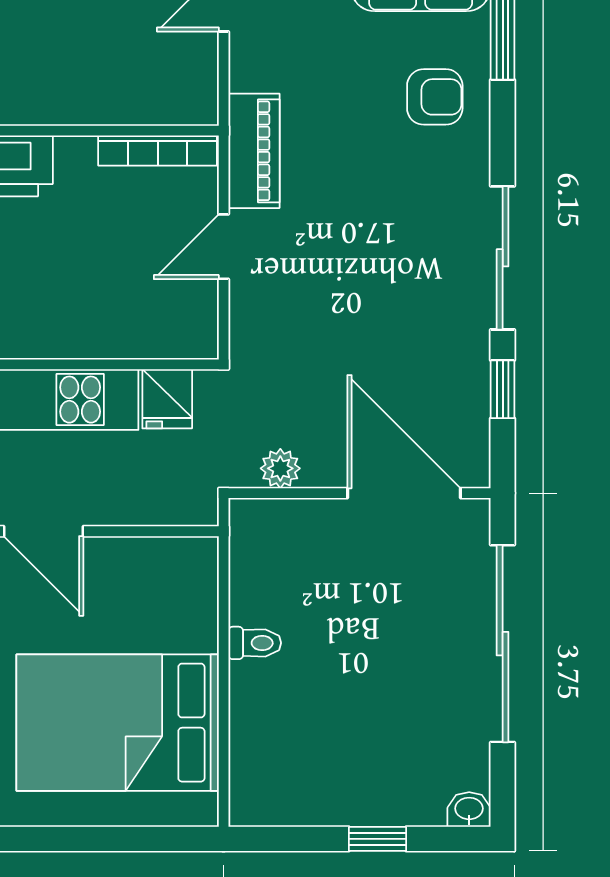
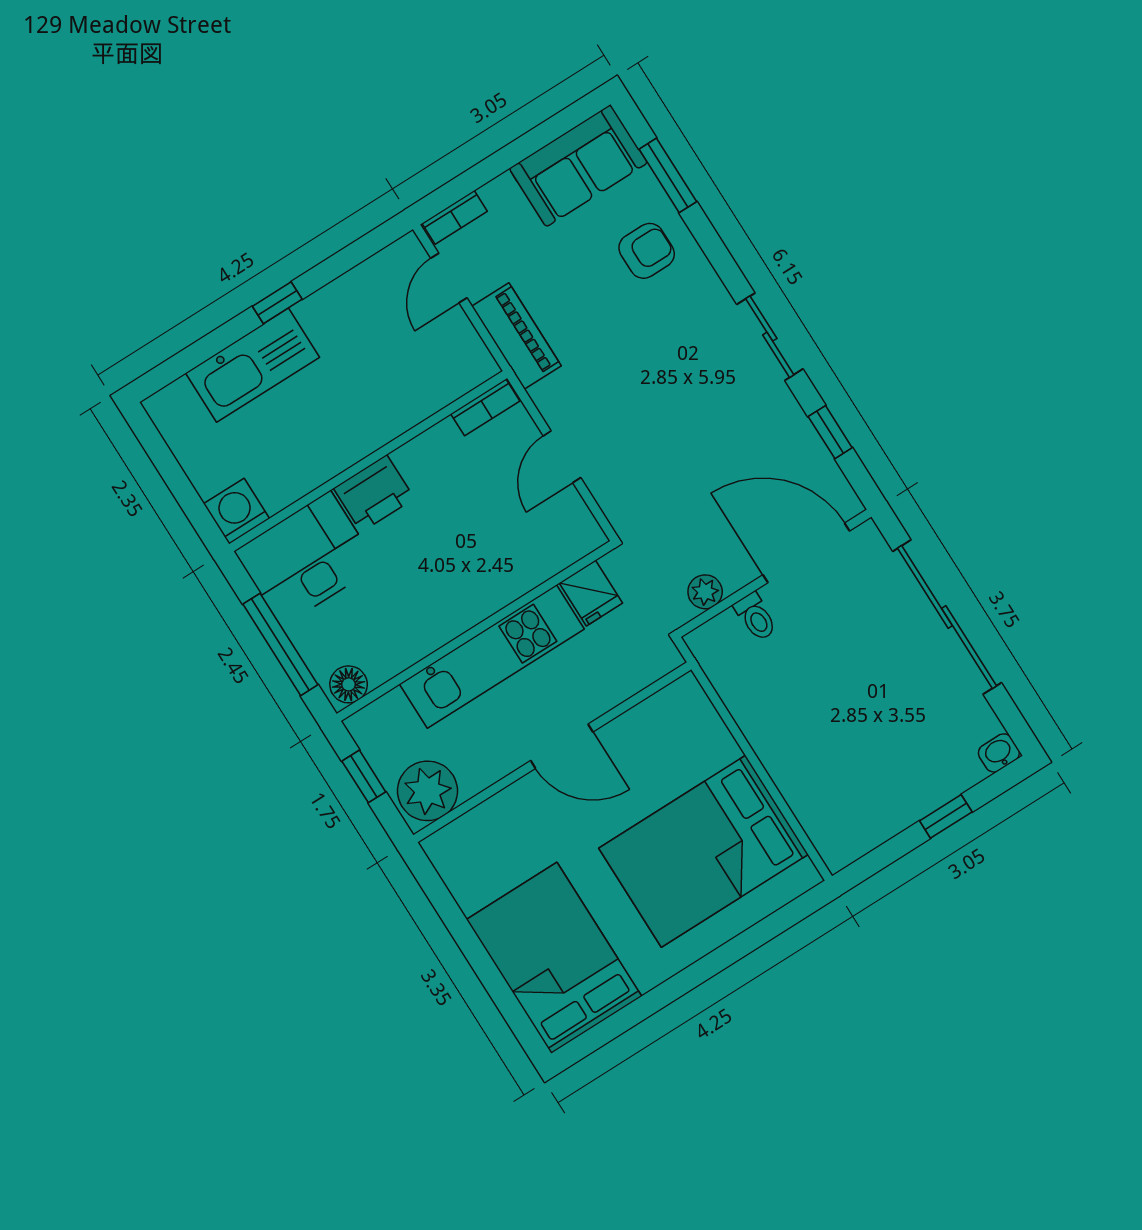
bookcase: (158, 151) -> (485, 407), width x0.64
piano: (254, 151) -> (516, 336), moved
sliding door: (503, 258) -> (770, 337), width x0.73
toilet: (255, 643) -> (755, 617), moved, turned 90

